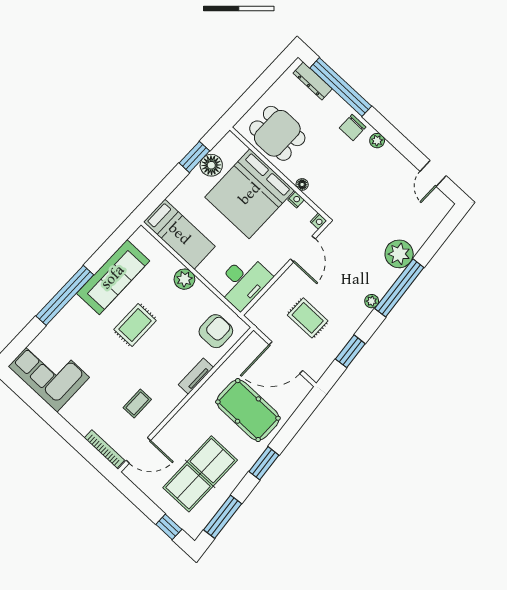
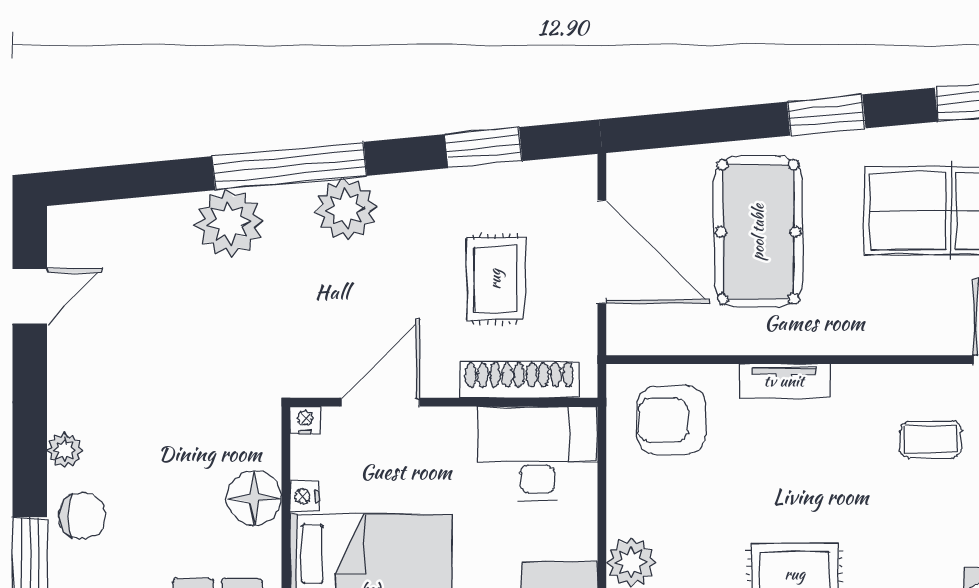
floor lamp: (302, 184) -> (254, 498), width x1.89, depth x1.89
shoe rack: (271, 297) -> (519, 380), added
plant: (372, 301) -> (346, 209), width x1.88, depth x1.88

